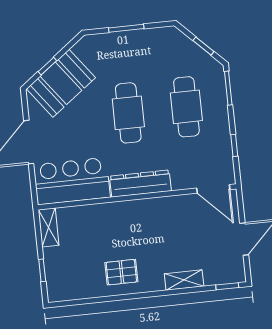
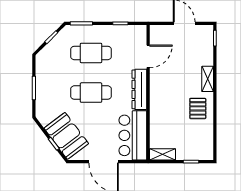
door: (213, 189) -> (148, 56), moved
shelving: (184, 280) -> (208, 79), moved

